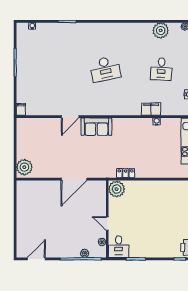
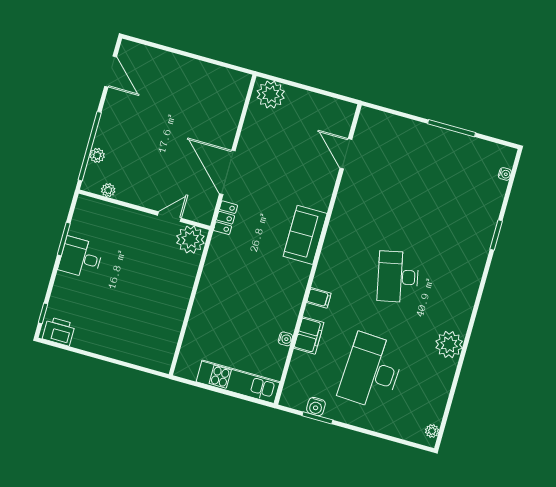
plant: (161, 30) -> (449, 345), moved
desk: (161, 69) -> (372, 371), width x1.87, depth x1.30
filing cabinet: (21, 109) -> (319, 298), moved
door: (70, 117) -> (346, 154), moved
locker: (126, 173) -> (226, 218), moved
door: (107, 224) -> (169, 217), moved
desk: (119, 247) -> (81, 258), moved

